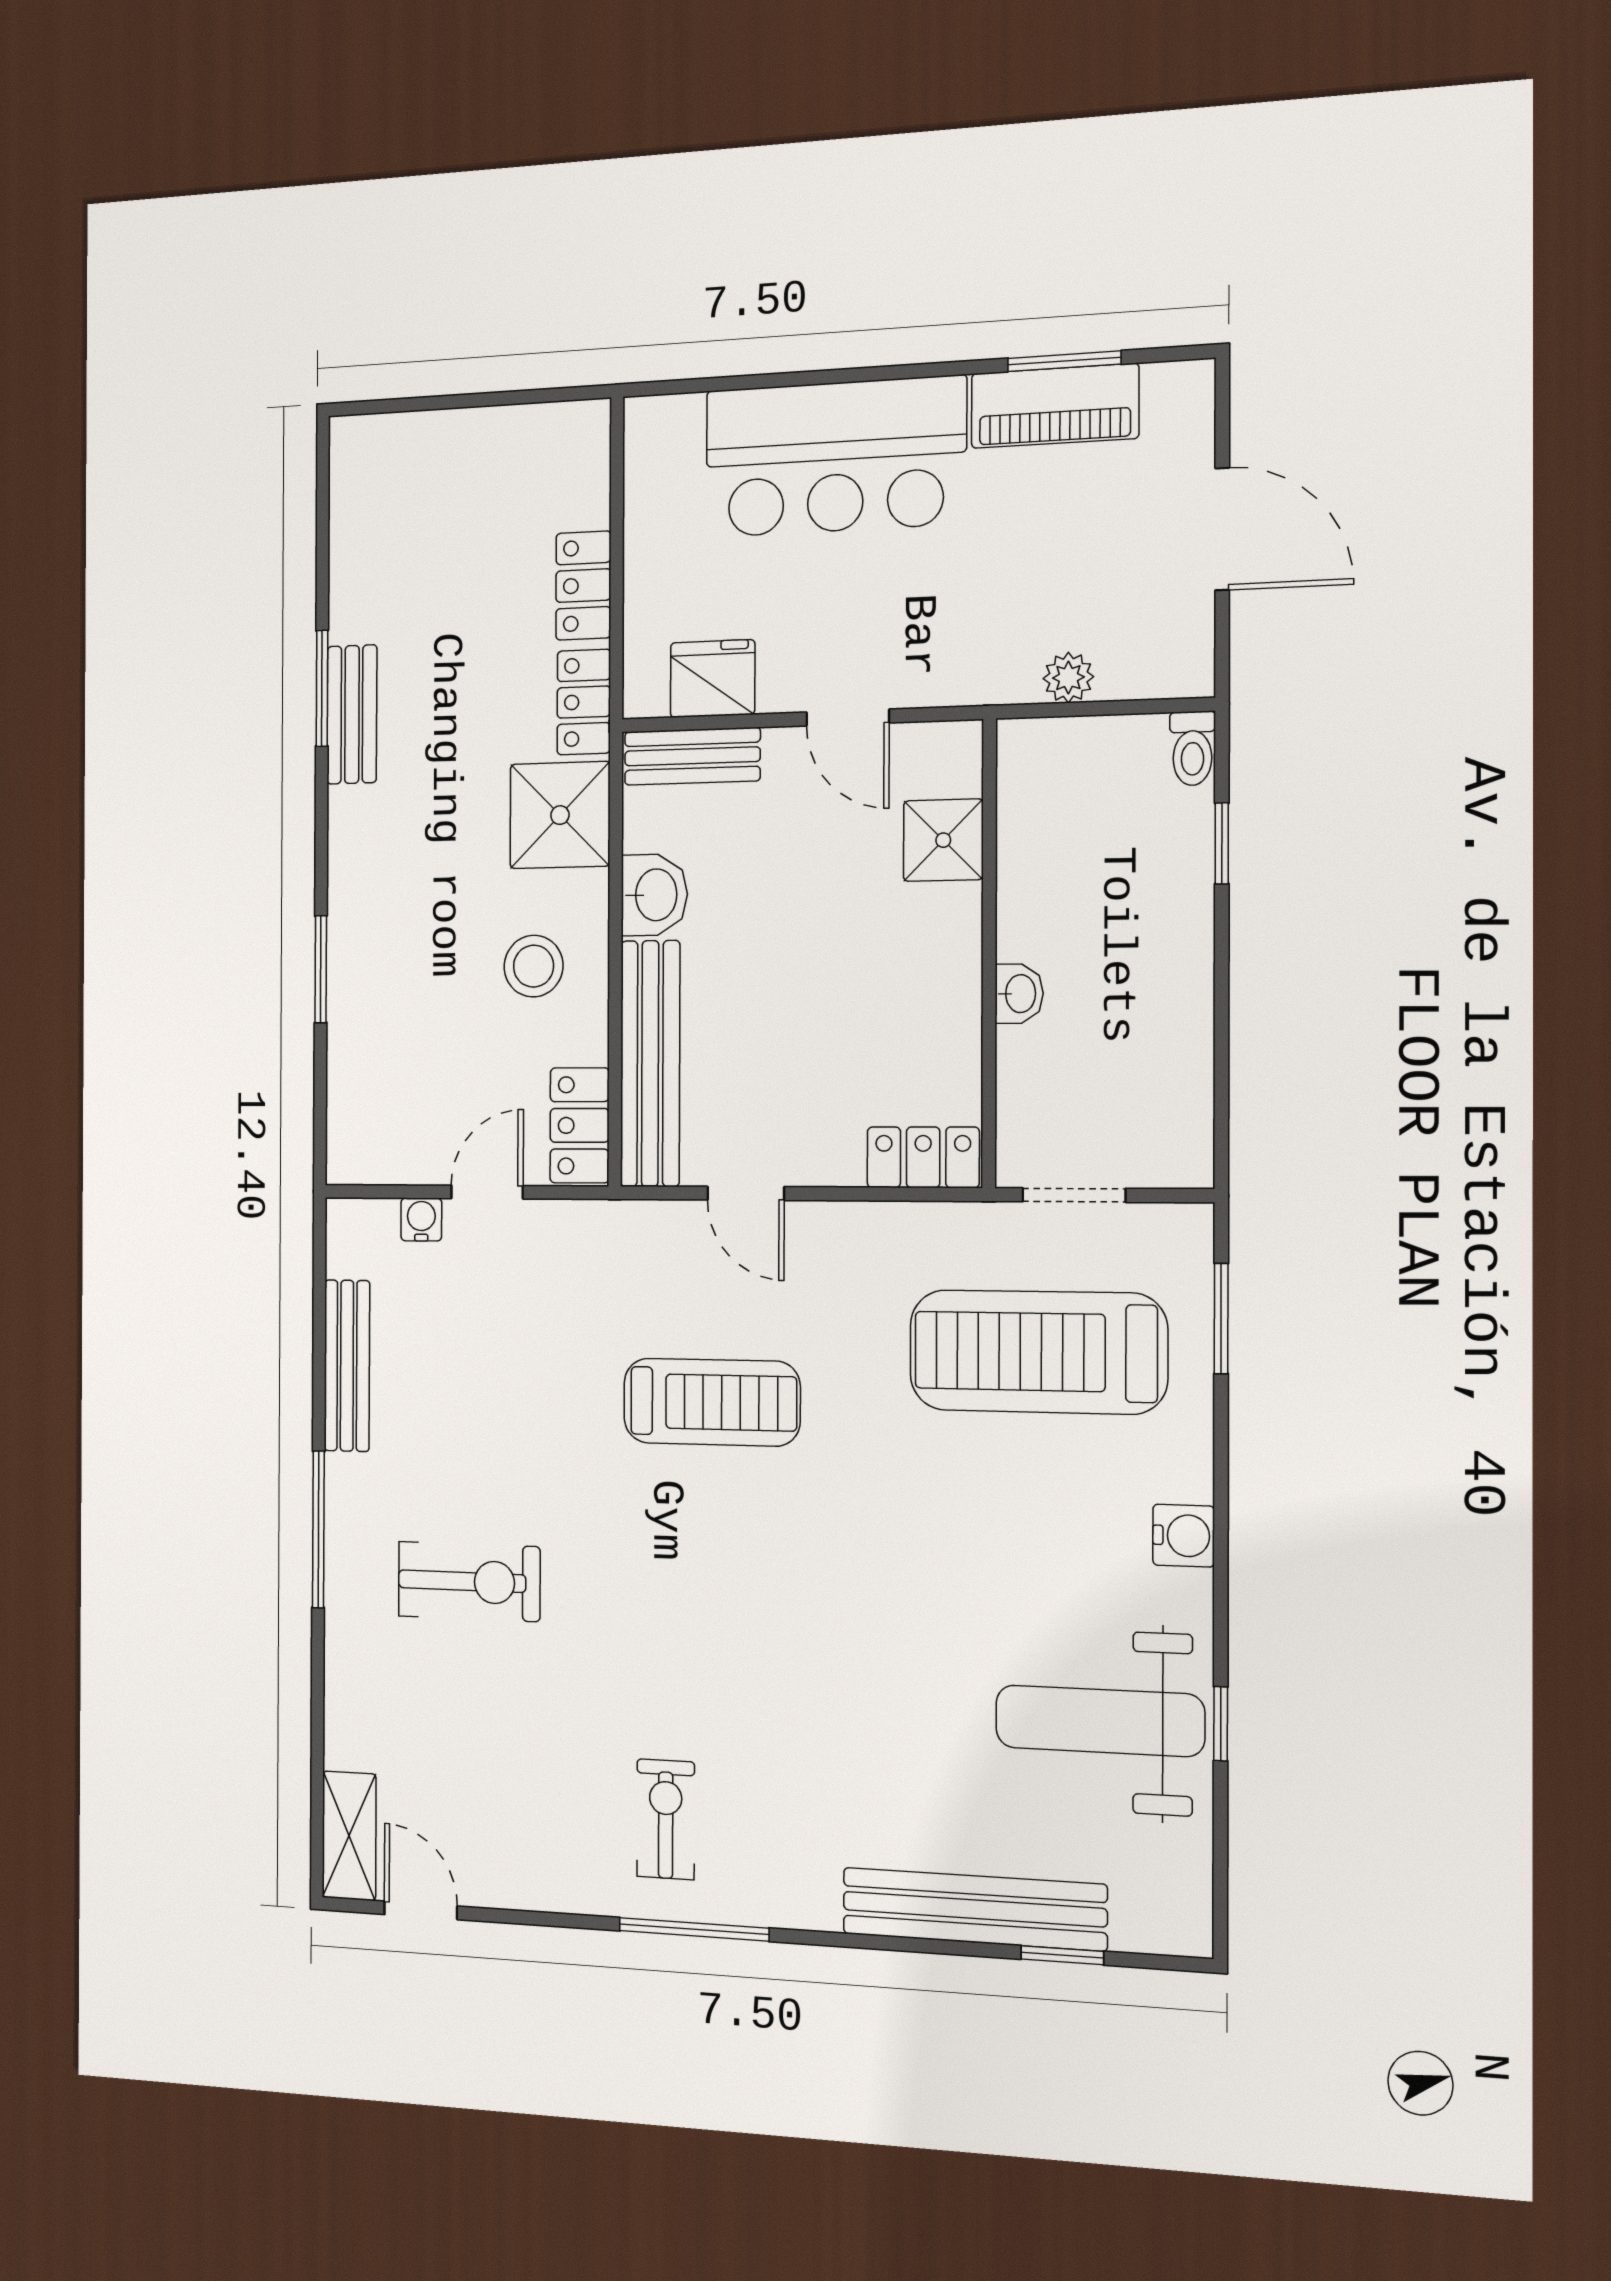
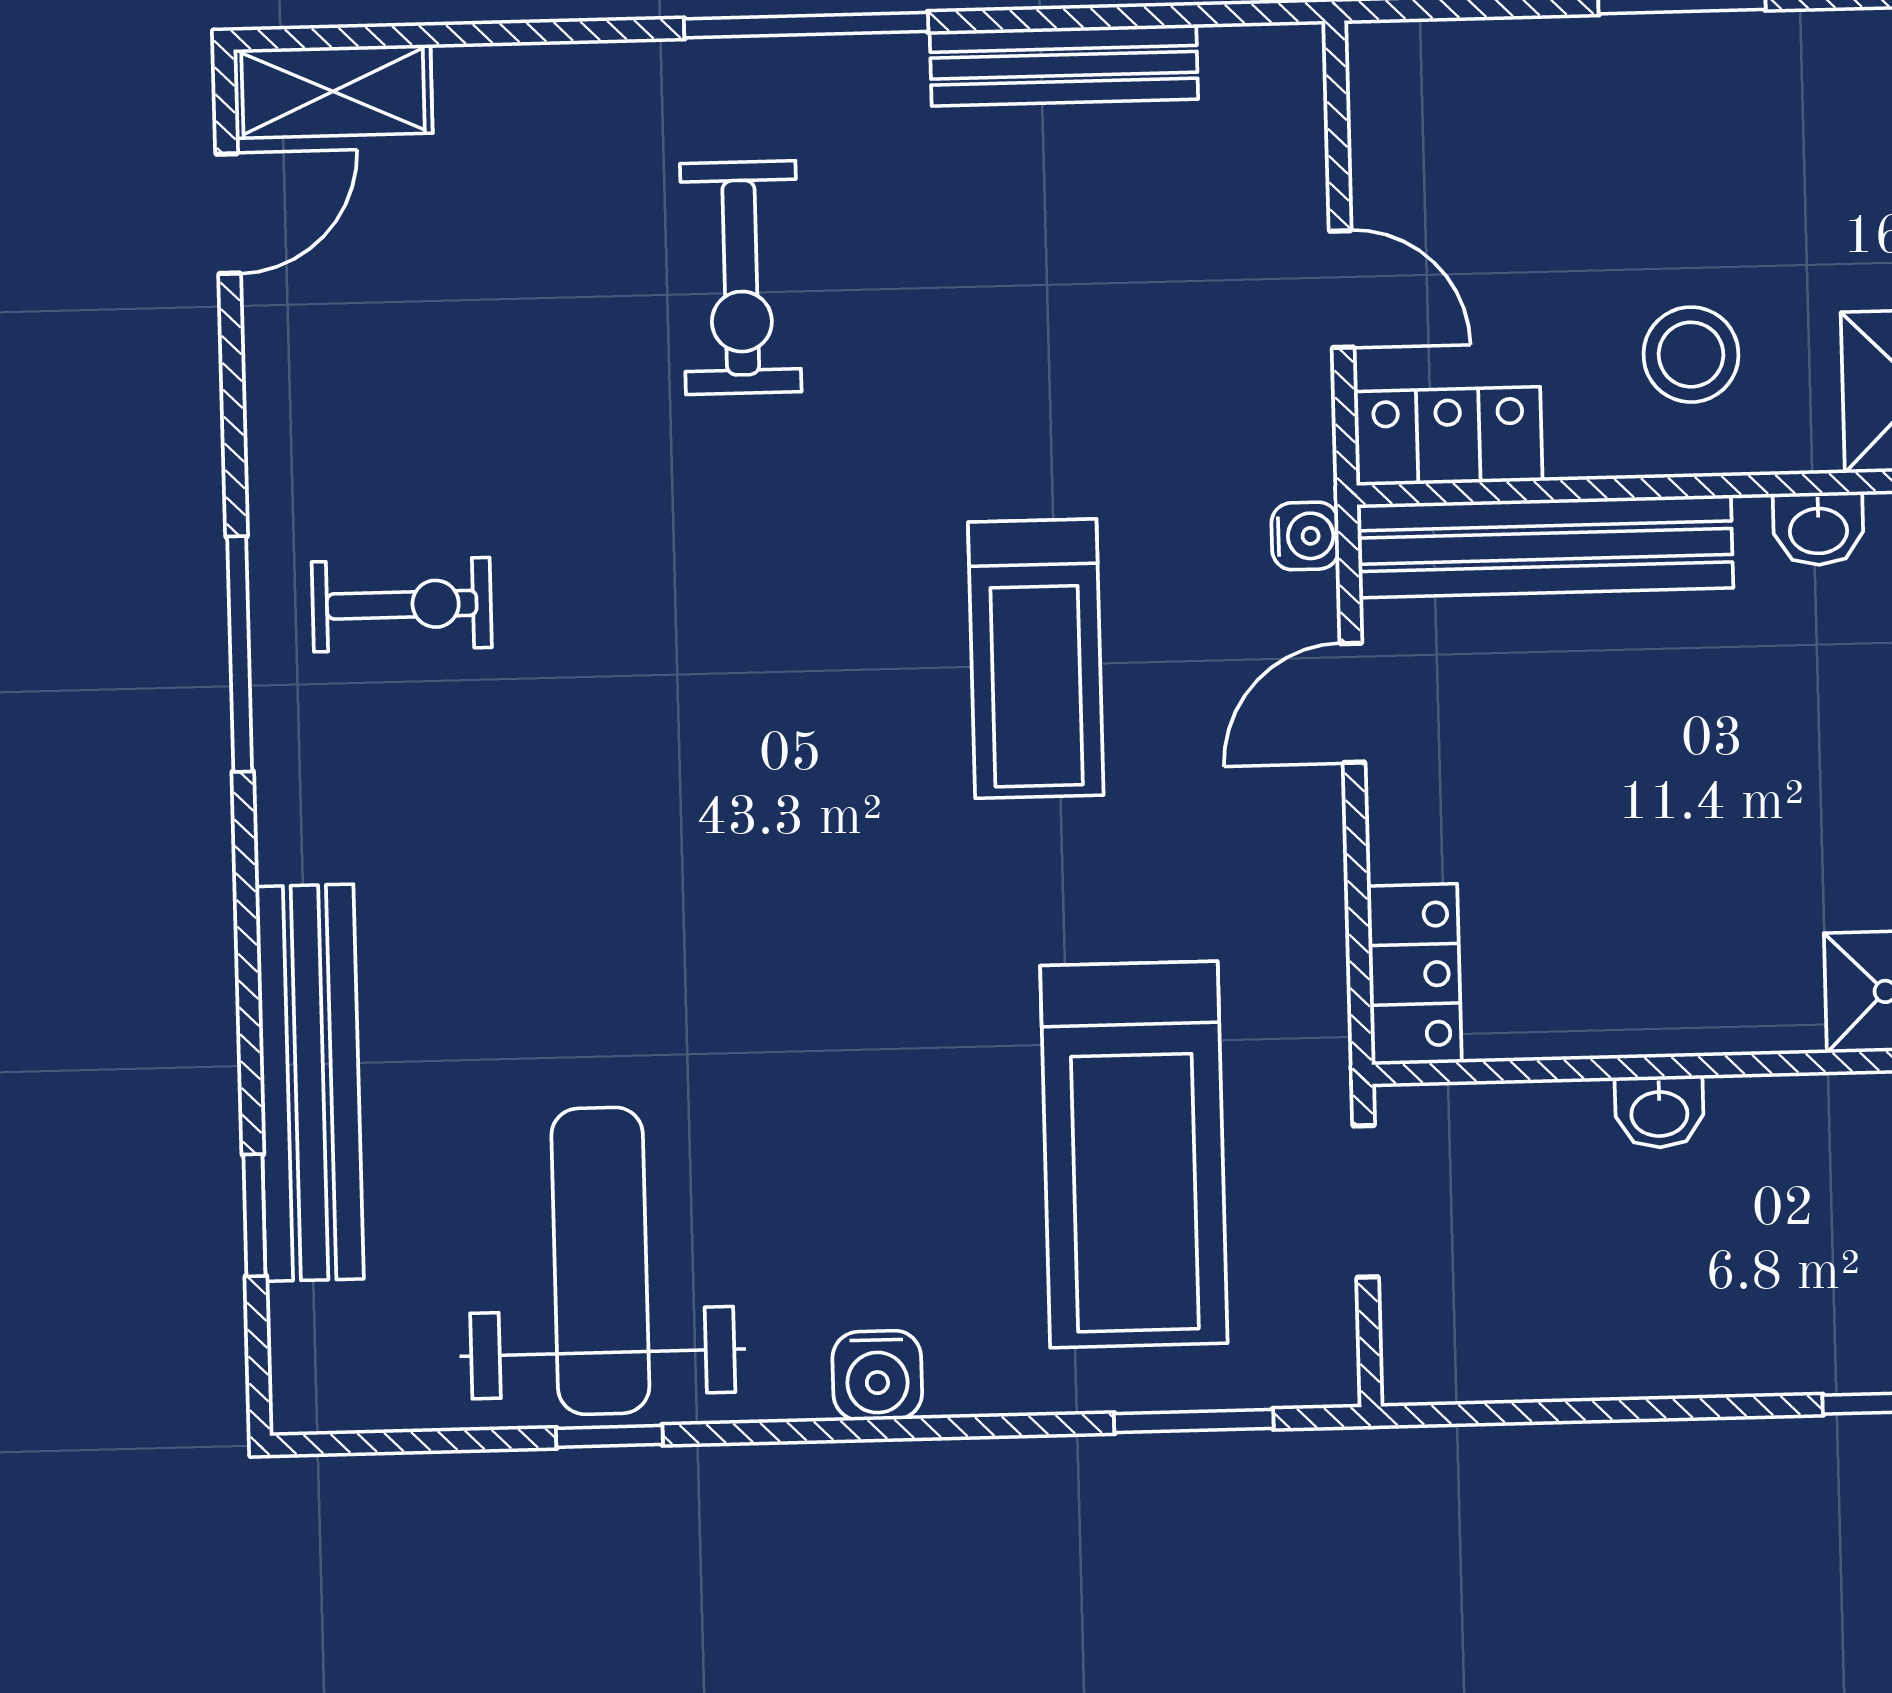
washbasin: (654, 895) -> (1818, 529), width x0.72, depth x0.69
water cooler: (421, 1219) -> (1305, 536), moved
treadmill: (1038, 1352) -> (1134, 1154), turned 180

